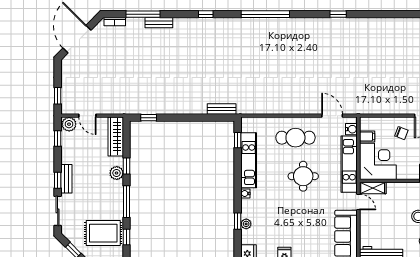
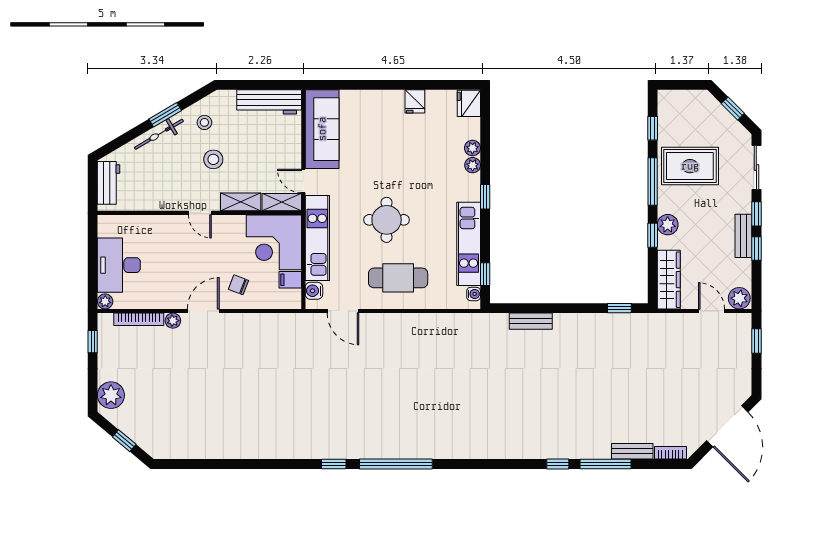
window: (143, 14) -> (605, 464), moved
window: (206, 14) -> (558, 464), moved
window: (265, 14) -> (396, 464), moved
bench: (159, 23) -> (632, 451), moved
bench: (222, 109) -> (531, 321), moved
window: (58, 138) -> (756, 249), moved
bench: (66, 179) -> (743, 236), moved
shelving: (400, 188) -> (241, 202), added
water cooler: (245, 193) -> (474, 294), moved
plant: (246, 212) -> (473, 165), added
window: (238, 221) -> (485, 197), moved
rug: (103, 233) -> (690, 166), moved

